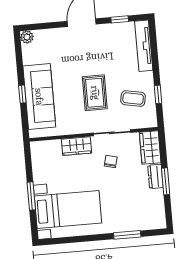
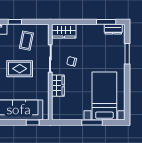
window: (22, 94) -> (33, 122), moved
window: (158, 94) -> (15, 22), moved
dresser: (155, 176) -> (113, 29), moved
window: (166, 181) -> (106, 22), moved

